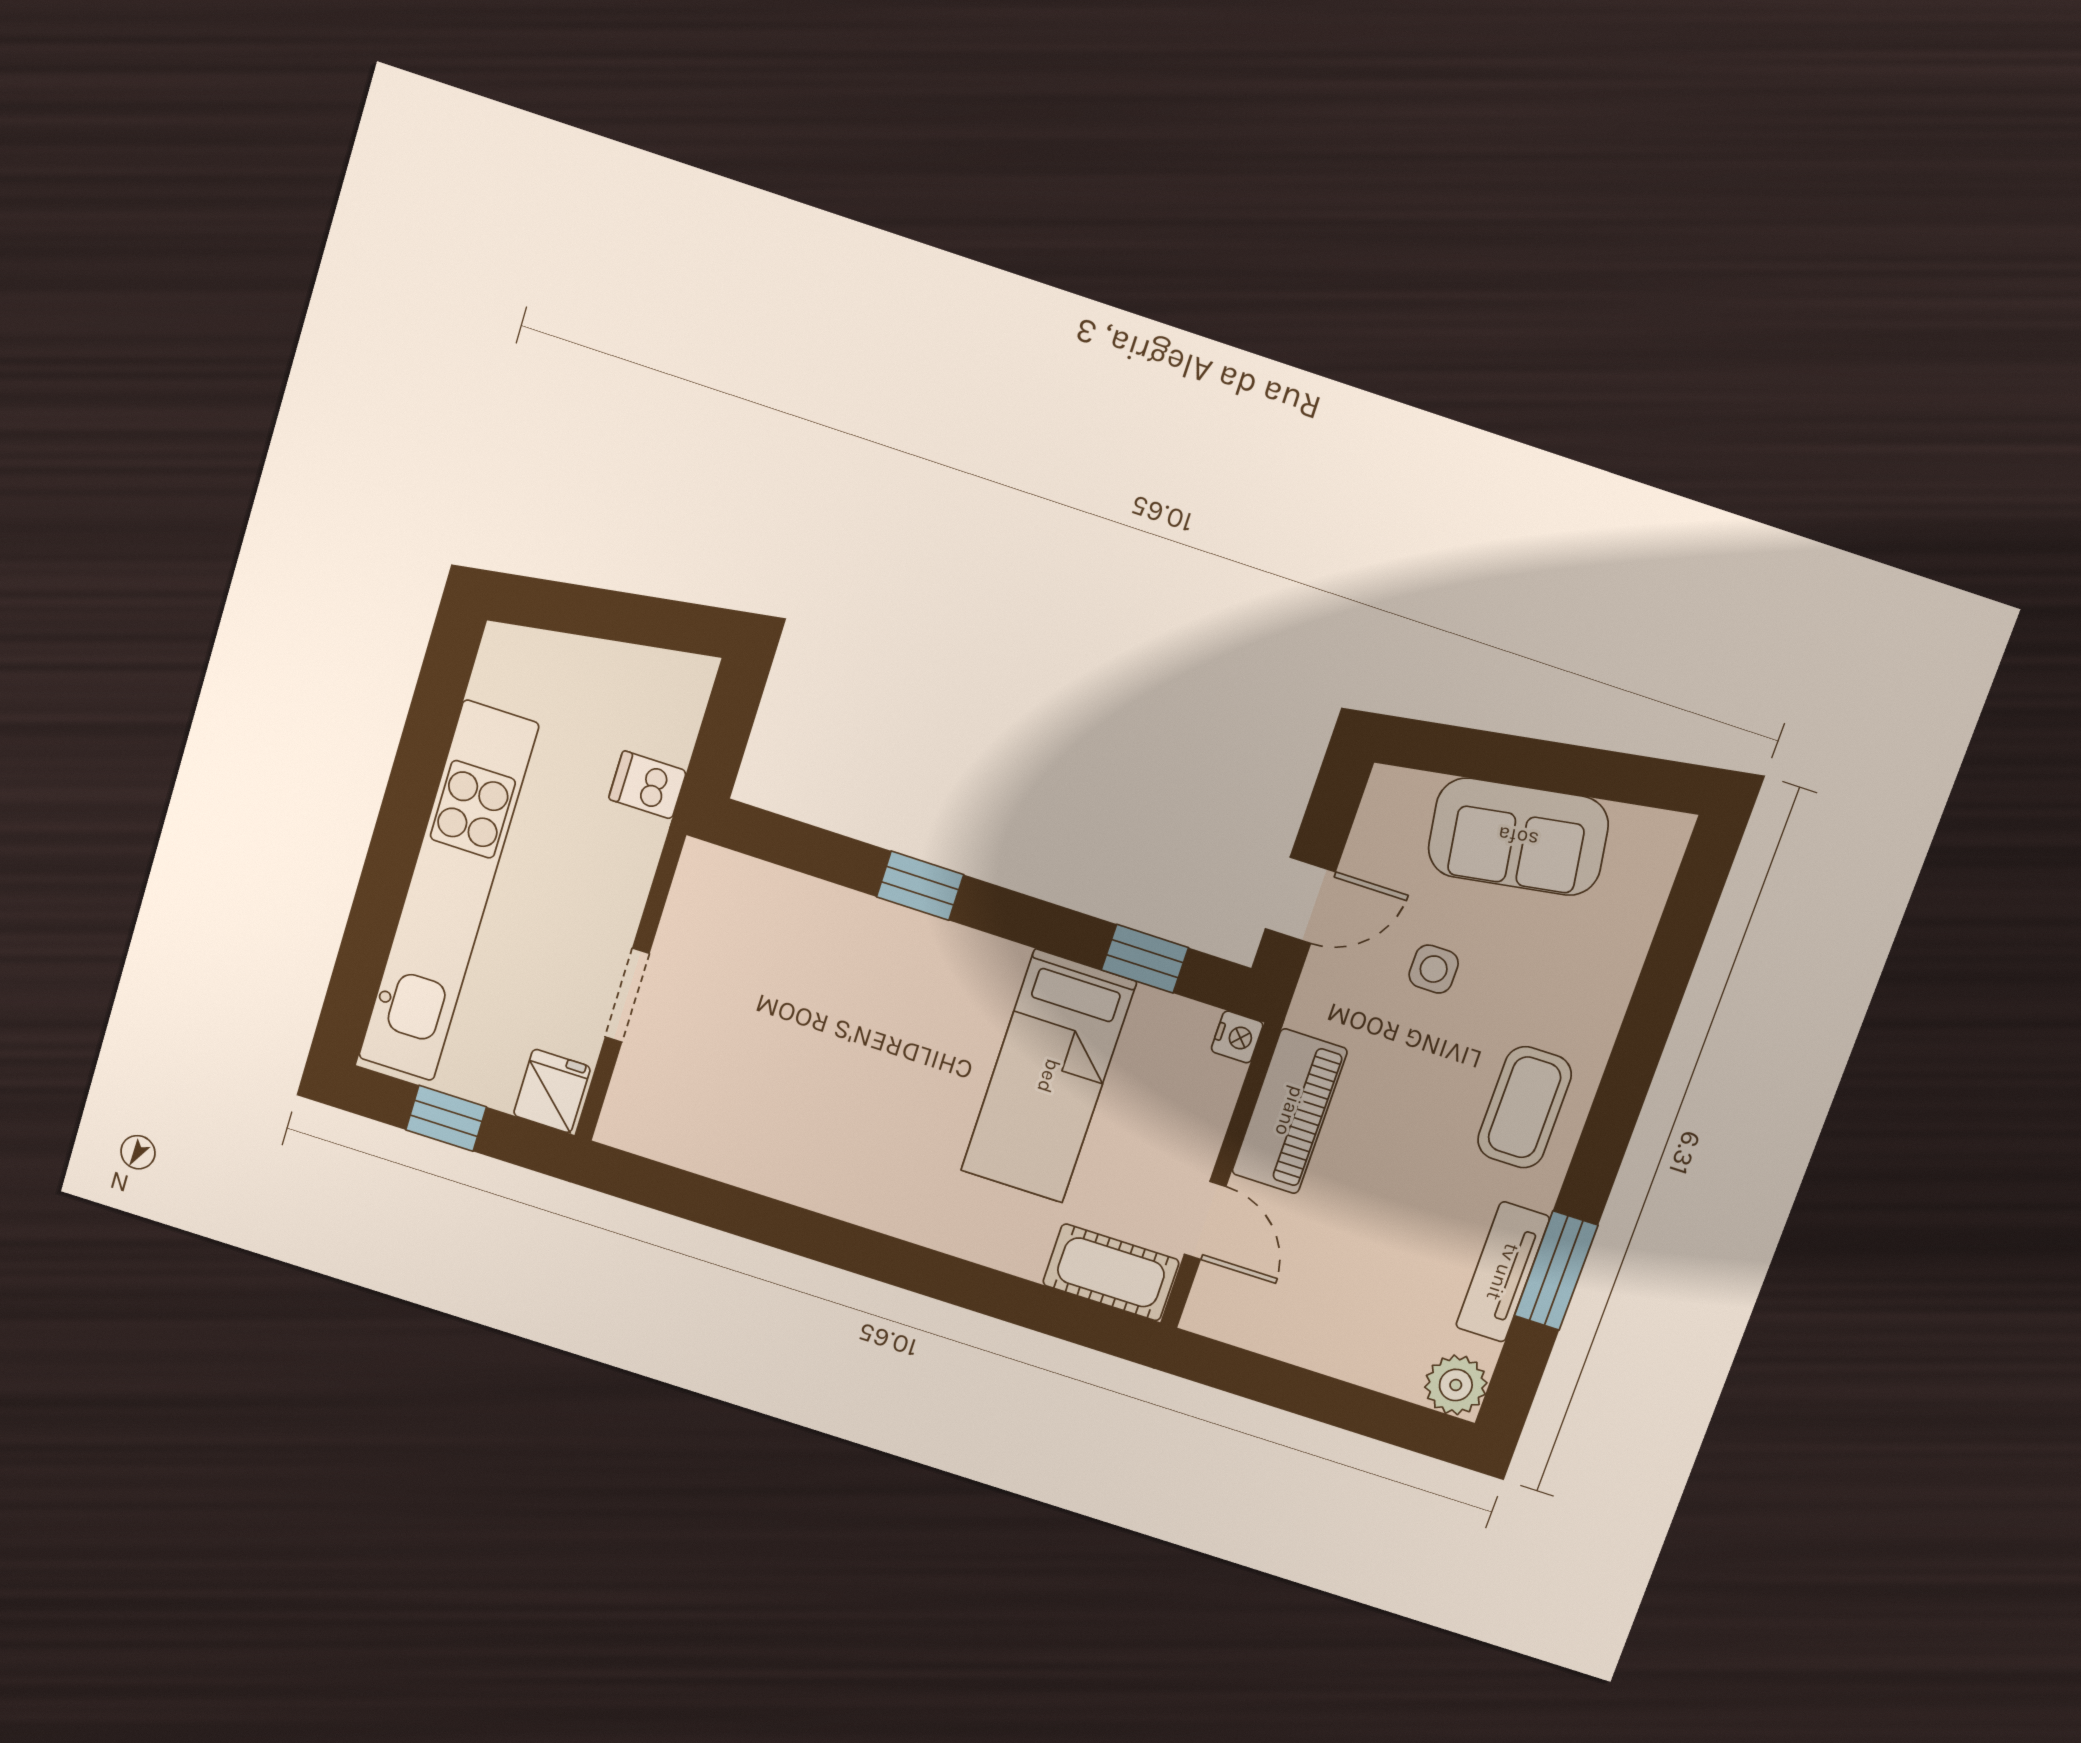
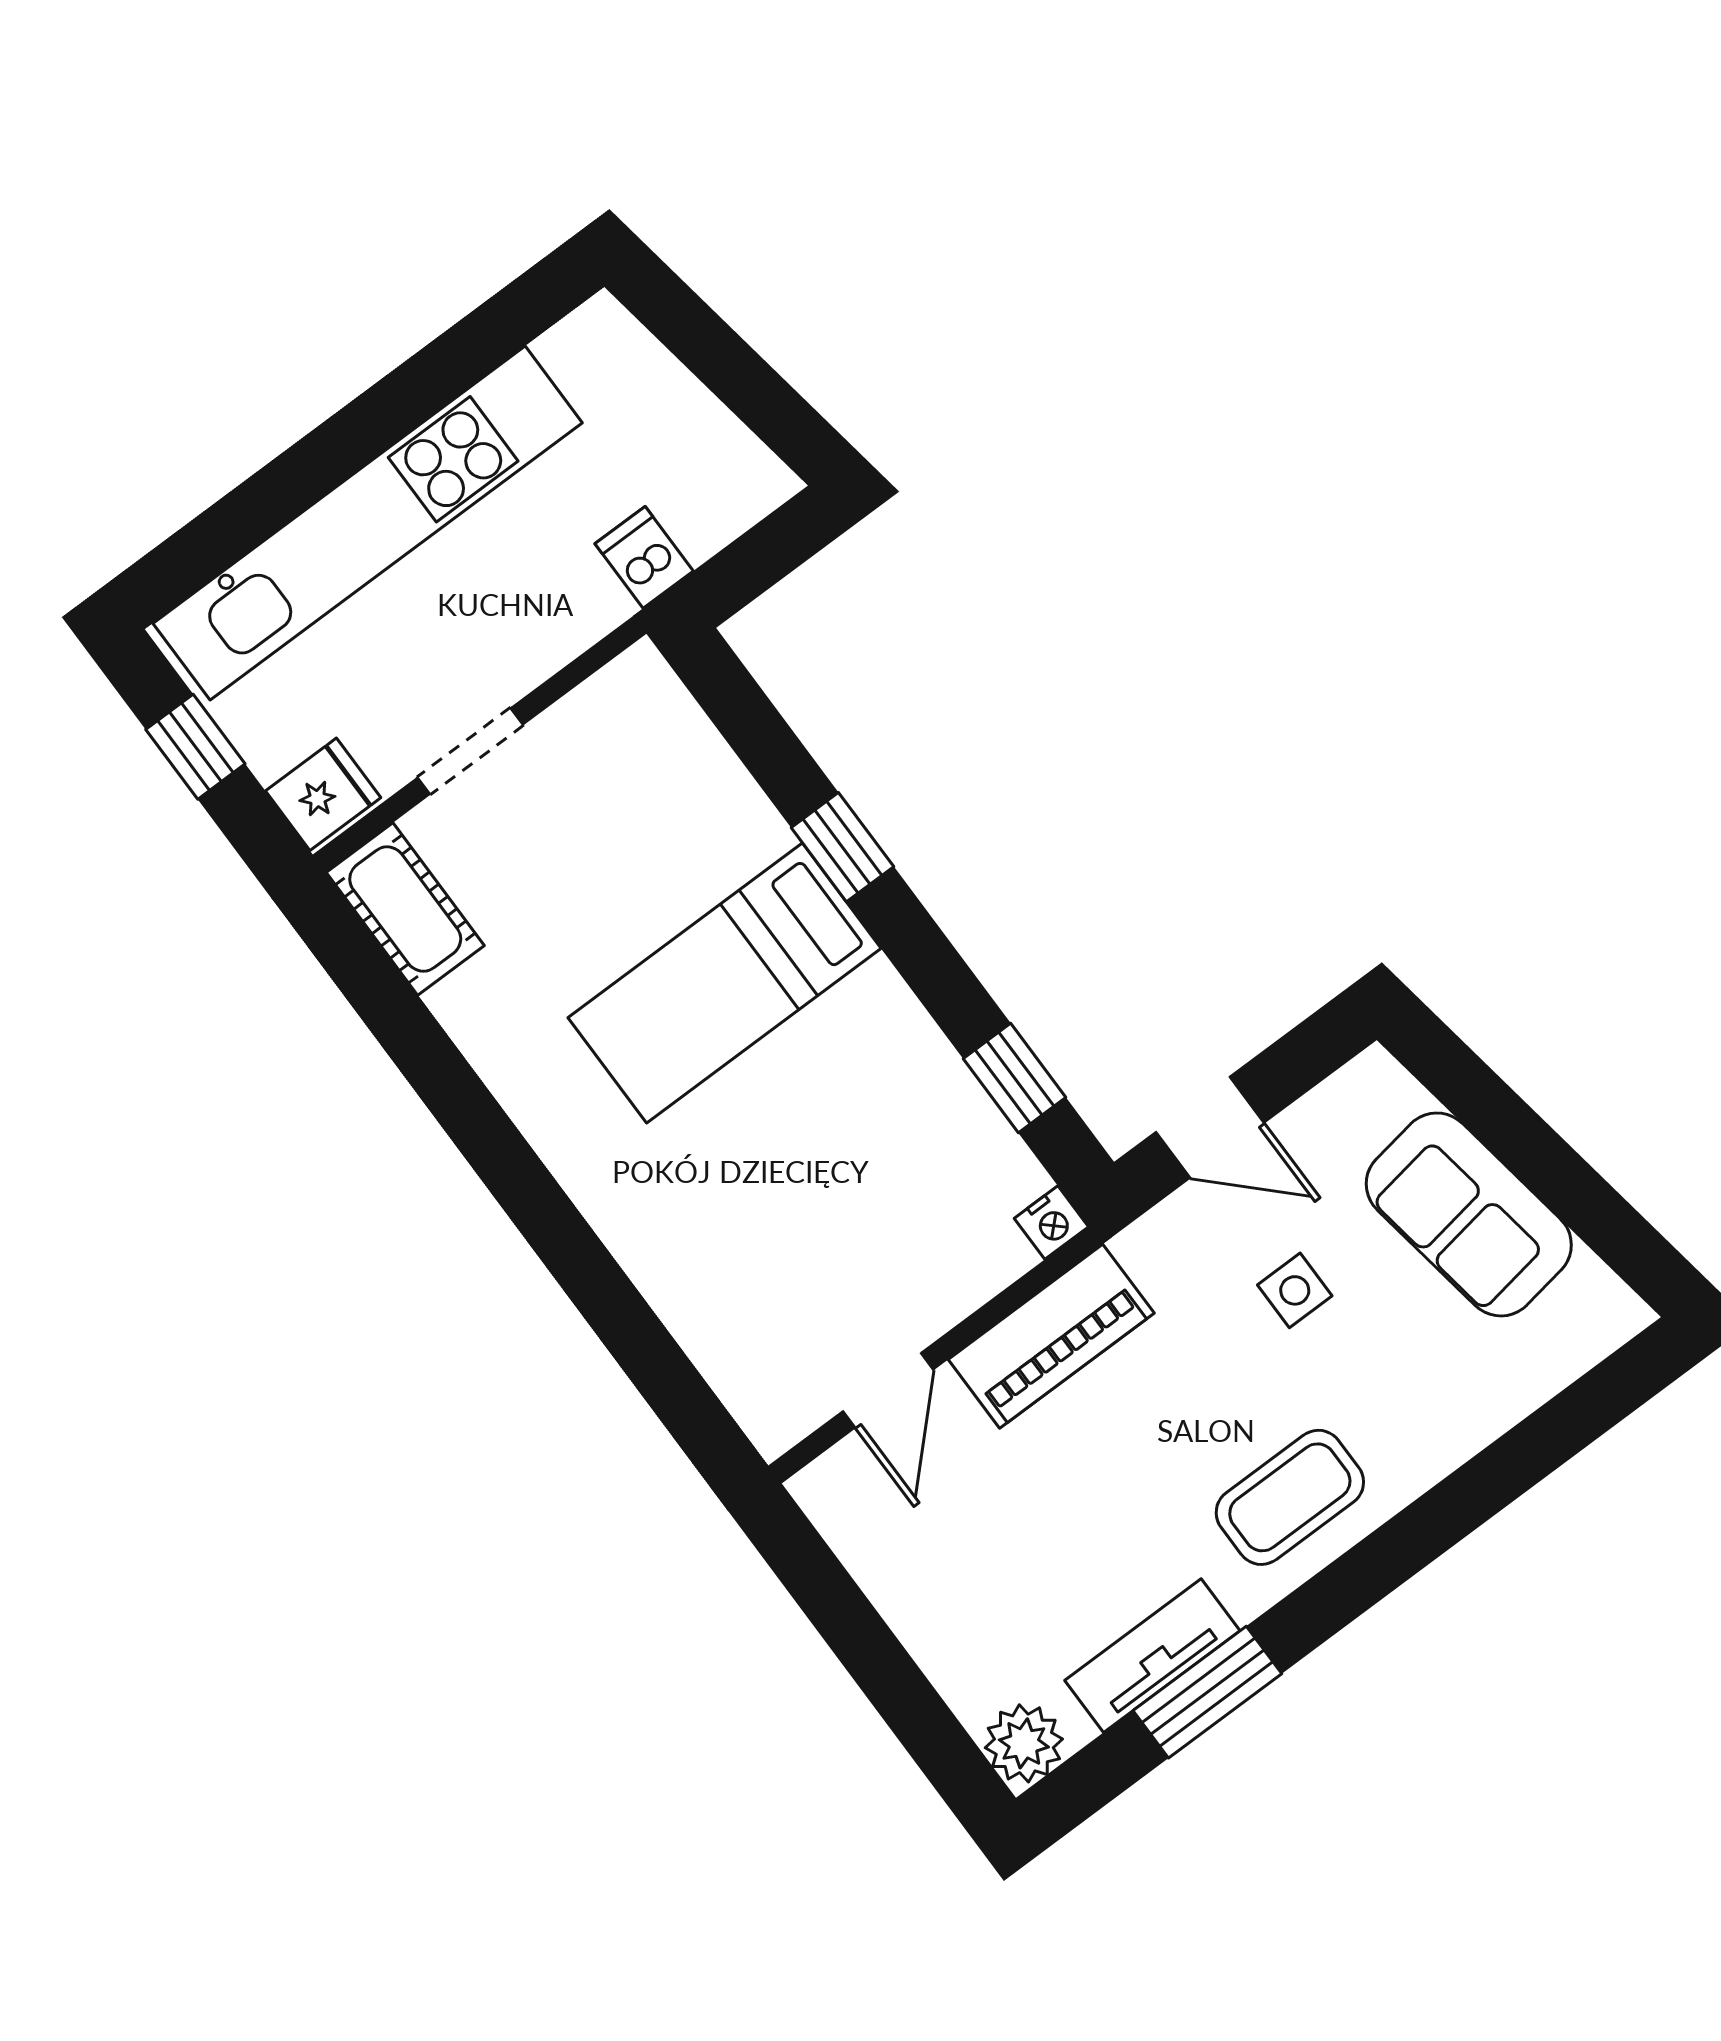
bed: (1049, 1076) -> (724, 983), moved
cot: (1111, 1272) -> (405, 909), moved

